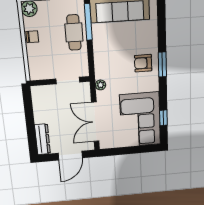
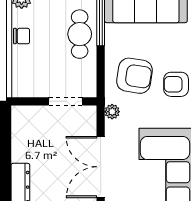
armchair: (114, 59) -> (134, 76), added

